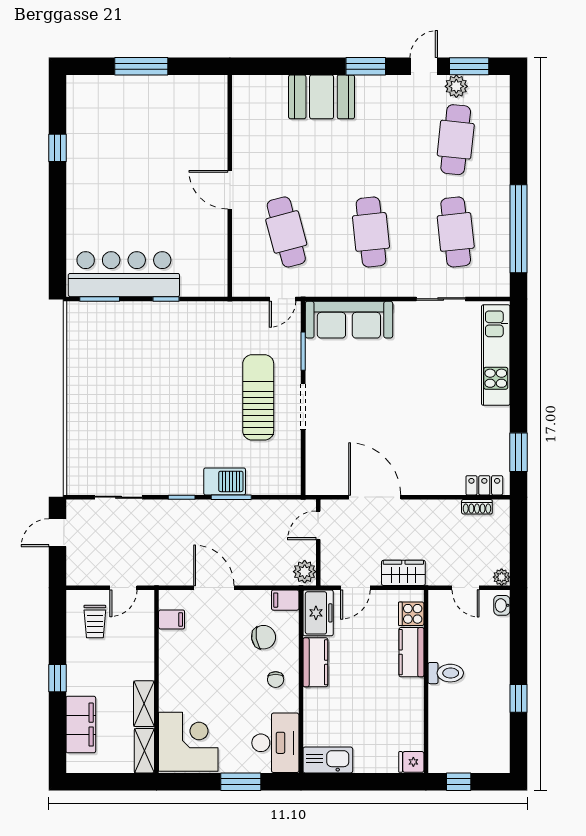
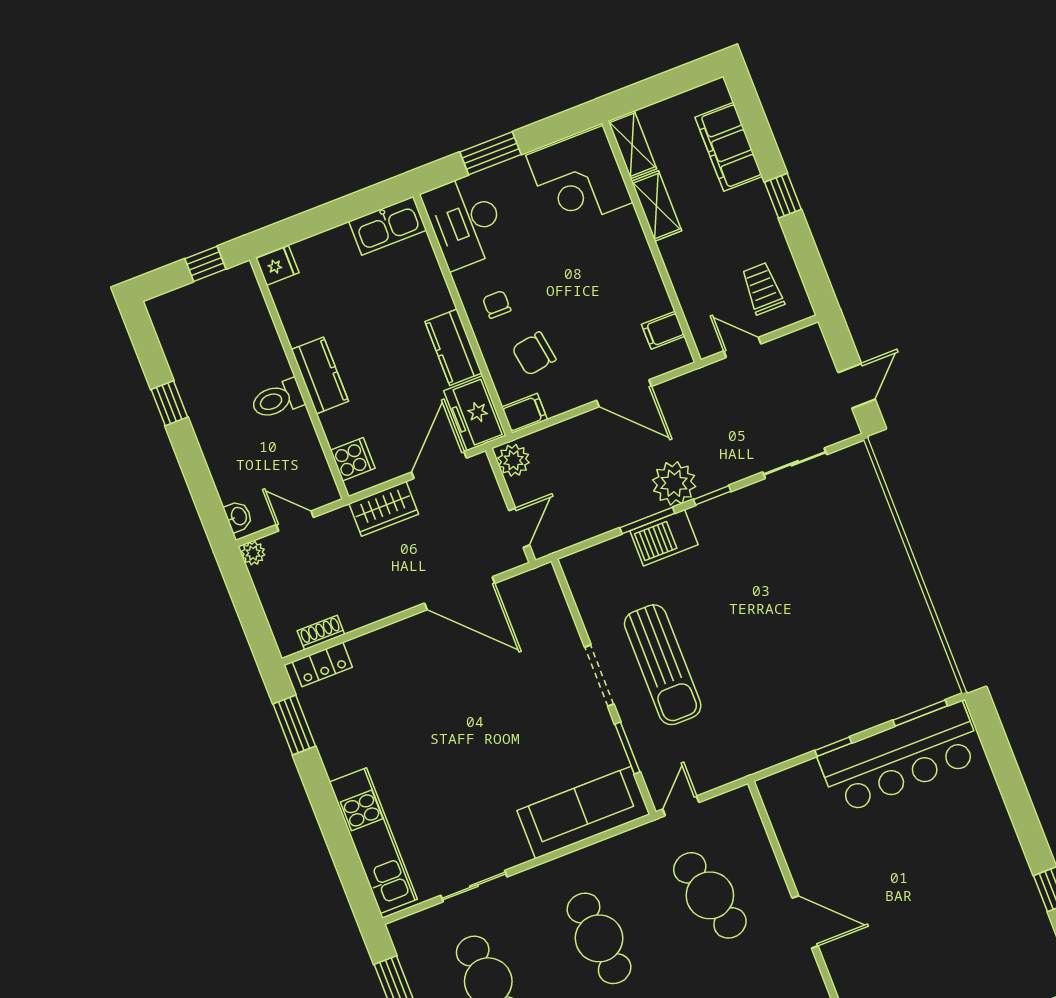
plant: (204, 515) -> (674, 483), added
door: (123, 588) -> (742, 347), hinge flipped
door: (355, 588) -> (439, 465), width x1.38
kitchen counter: (411, 652) -> (320, 375), moved

